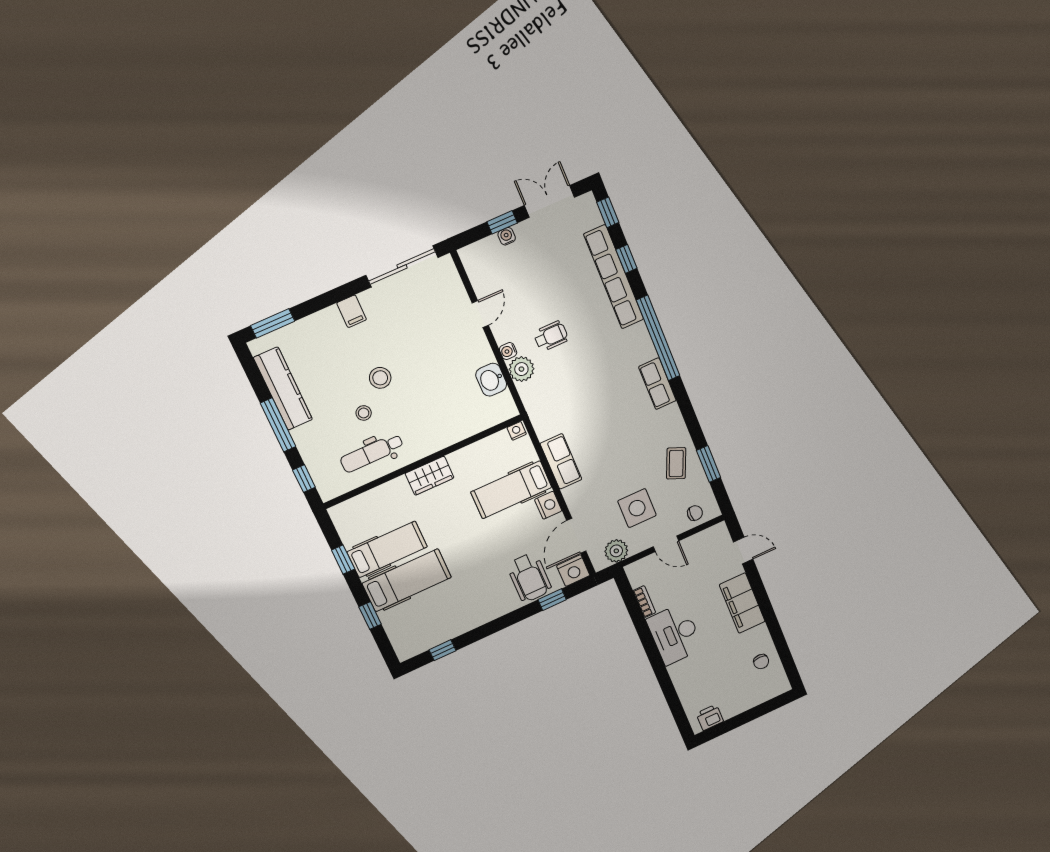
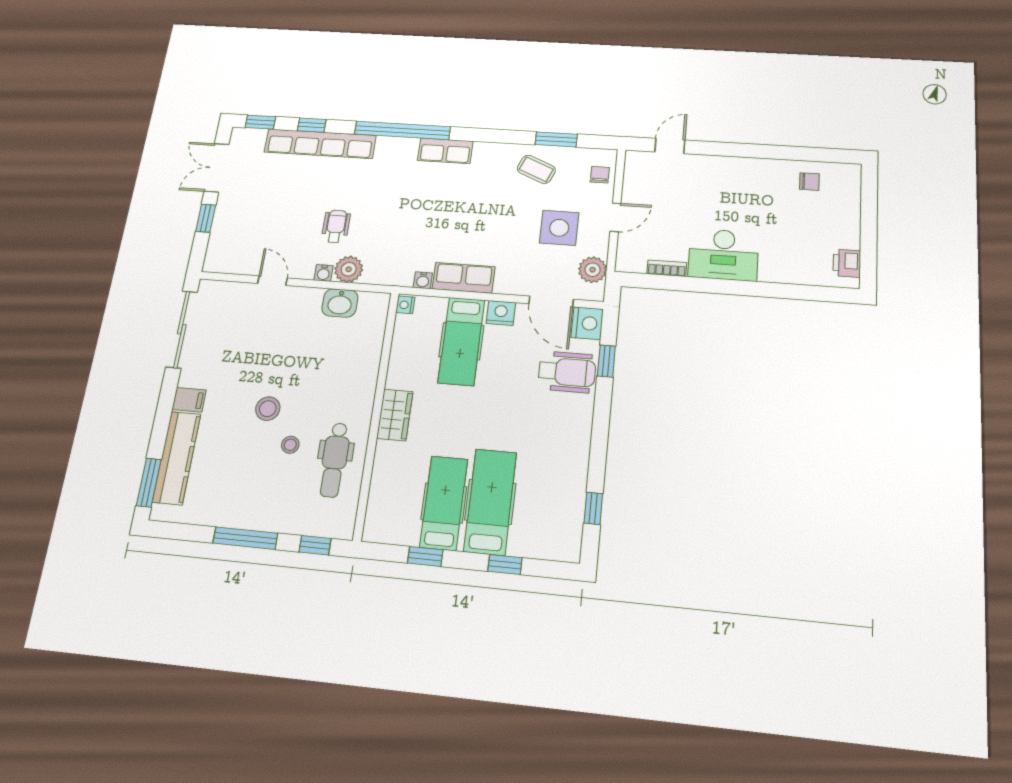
water cooler: (507, 236) -> (423, 280), moved, turned -90
kitchen counter: (283, 389) -> (177, 458), moved, turned 90
filing cabinet: (742, 603) -> (729, 172), removed

